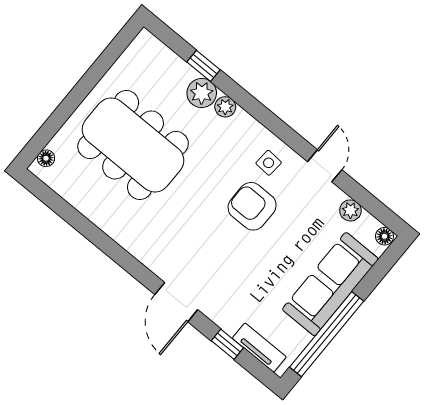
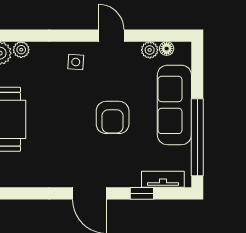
armchair: (252, 206) -> (113, 117), moved, turned -90
floor lamp: (385, 236) -> (167, 49), moved

